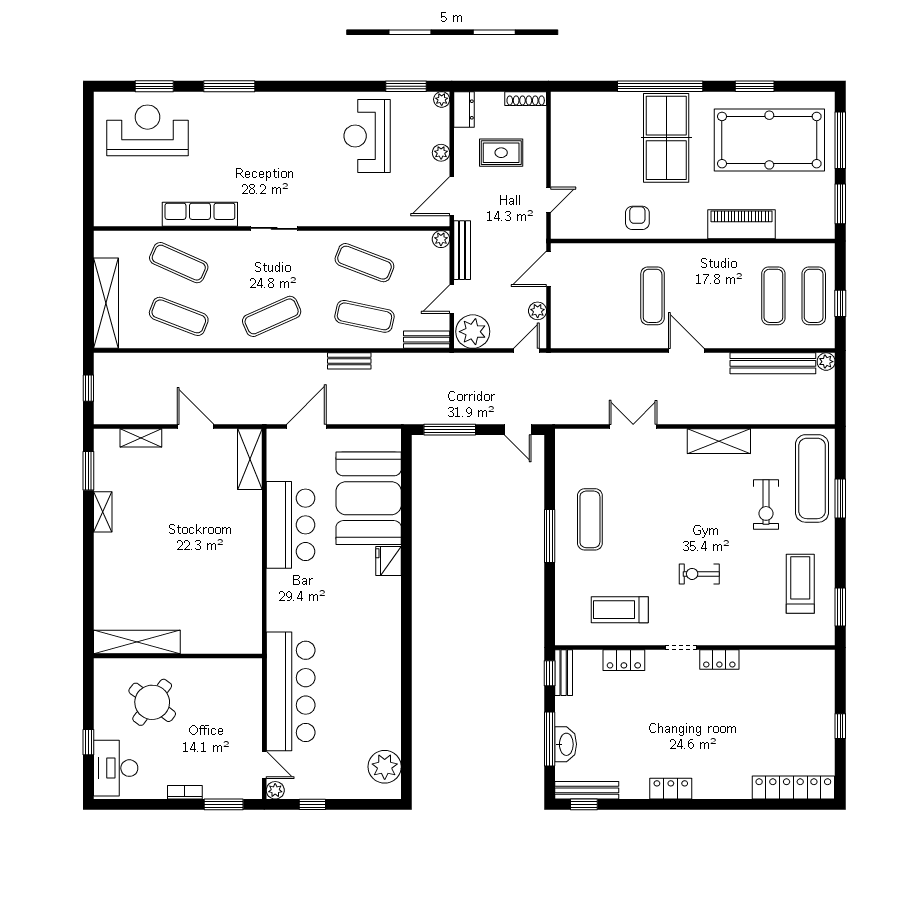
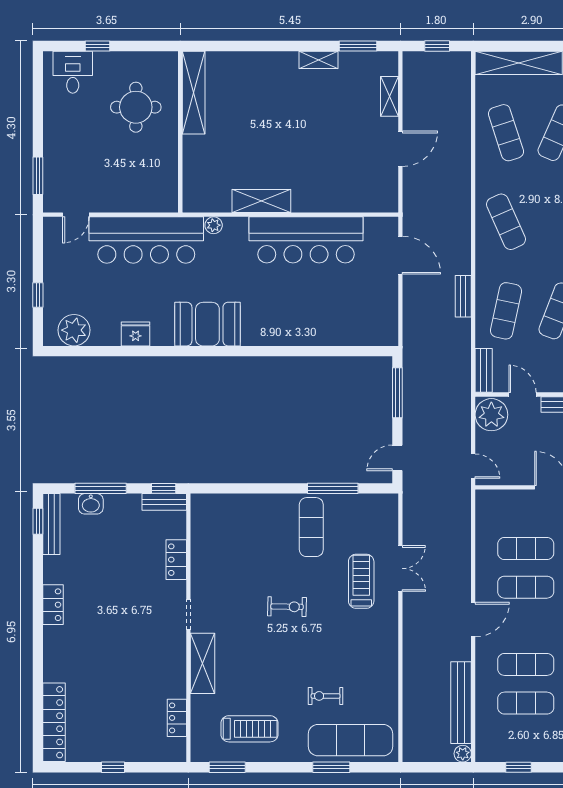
exercise mat: (612, 296) -> (526, 549), added
exercise mat: (814, 296) -> (526, 664), moved
plant: (538, 311) -> (511, 477), removed
exercise mat: (179, 316) -> (506, 133), turned -39
shelving: (719, 441) -> (202, 663), moved
shelving: (250, 459) -> (261, 201), moved
booth: (369, 498) -> (207, 324), moved, width x0.73, depth x0.70
exercise bike: (766, 505) -> (326, 696), width x0.73, depth x0.72
exercise mat: (590, 519) -> (311, 527), turned 90
bar counter: (291, 525) -> (306, 240), width x1.36
window: (550, 536) -> (333, 488), moved
fridge: (389, 561) -> (136, 334), moved
exercise bike: (699, 574) -> (287, 607), moved, turned 91
treadmill: (620, 610) -> (361, 581), moved
locker: (719, 660) -> (177, 718), moved
round table: (152, 702) -> (136, 107), turned -37
washbasin: (566, 744) -> (91, 504), width x0.72
desk: (116, 768) -> (73, 72), width x0.73
plant: (275, 790) -> (214, 225), moved
bookcase: (185, 792) -> (49, 139), removed
window: (312, 804) -> (38, 295), moved

